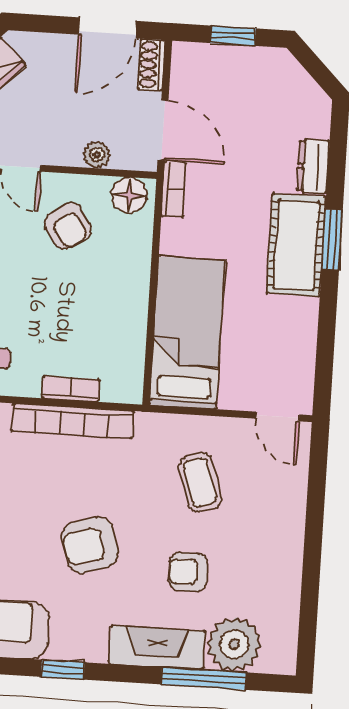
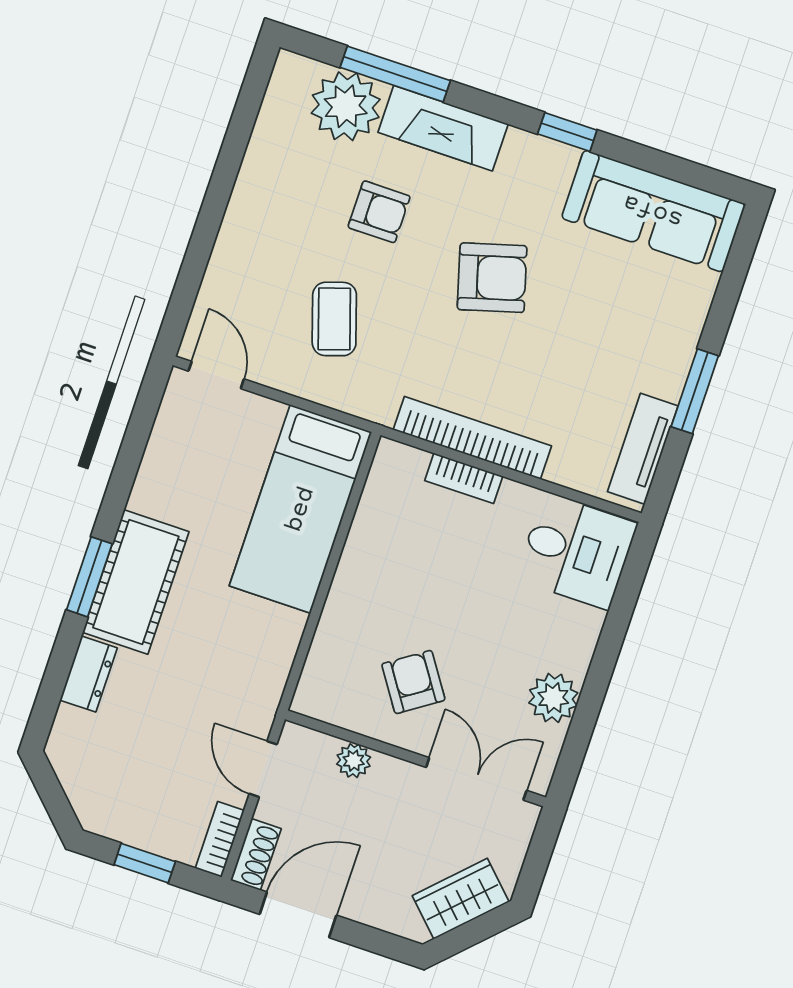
door: (163, 130) -> (263, 769), width x0.73
bookcase: (174, 189) -> (220, 839), moved
floor lamp: (129, 195) -> (327, 700), removed

